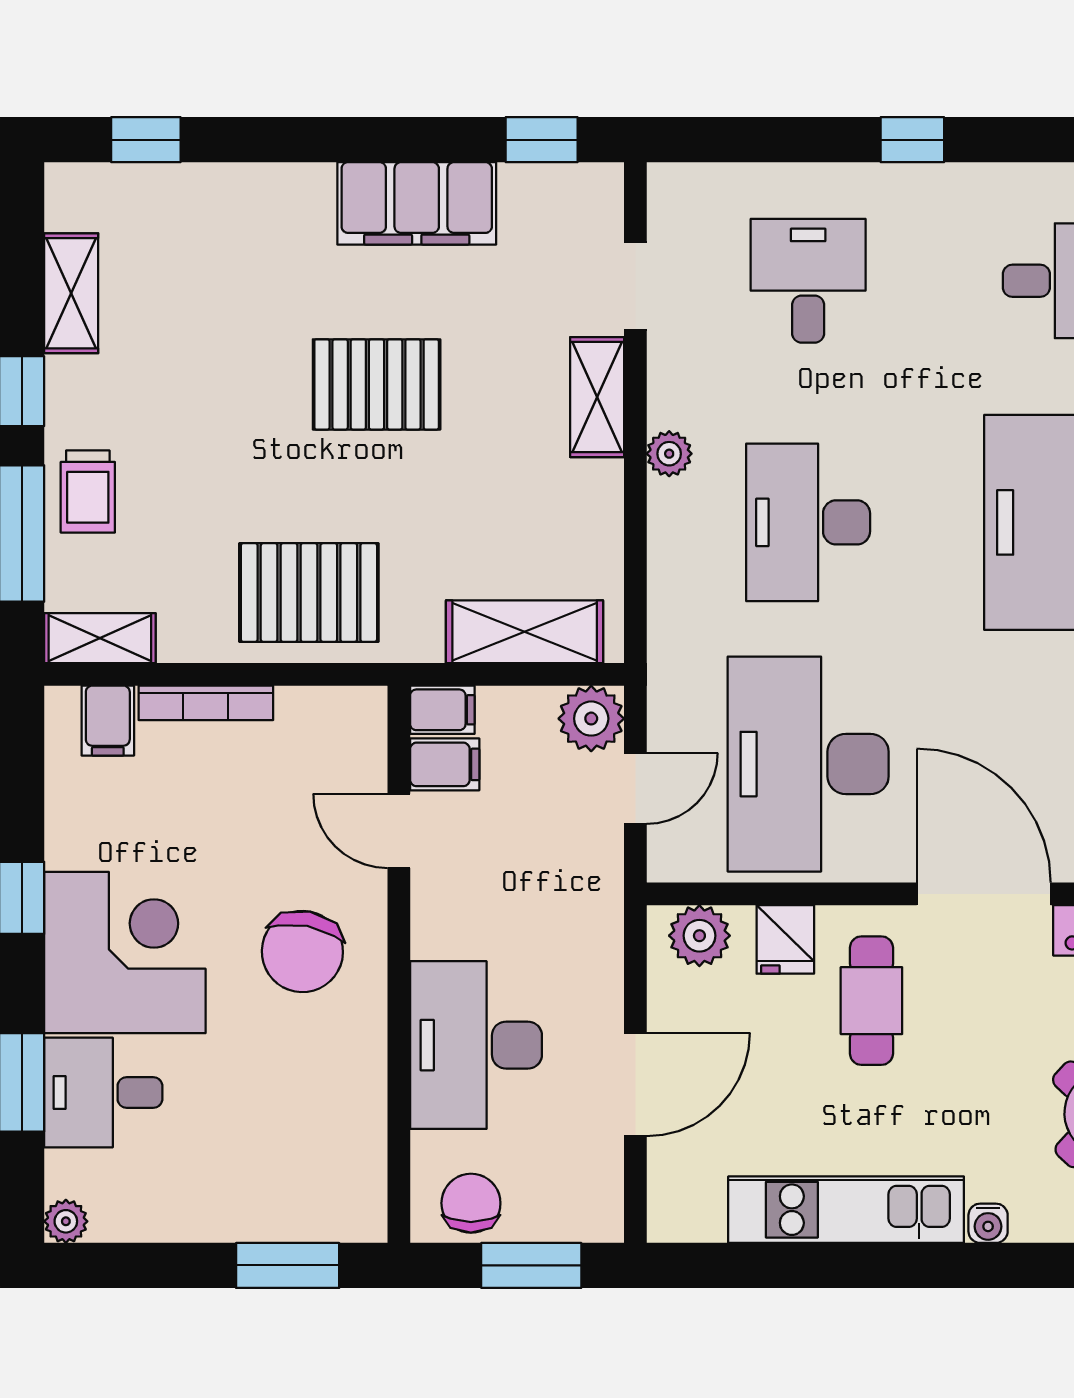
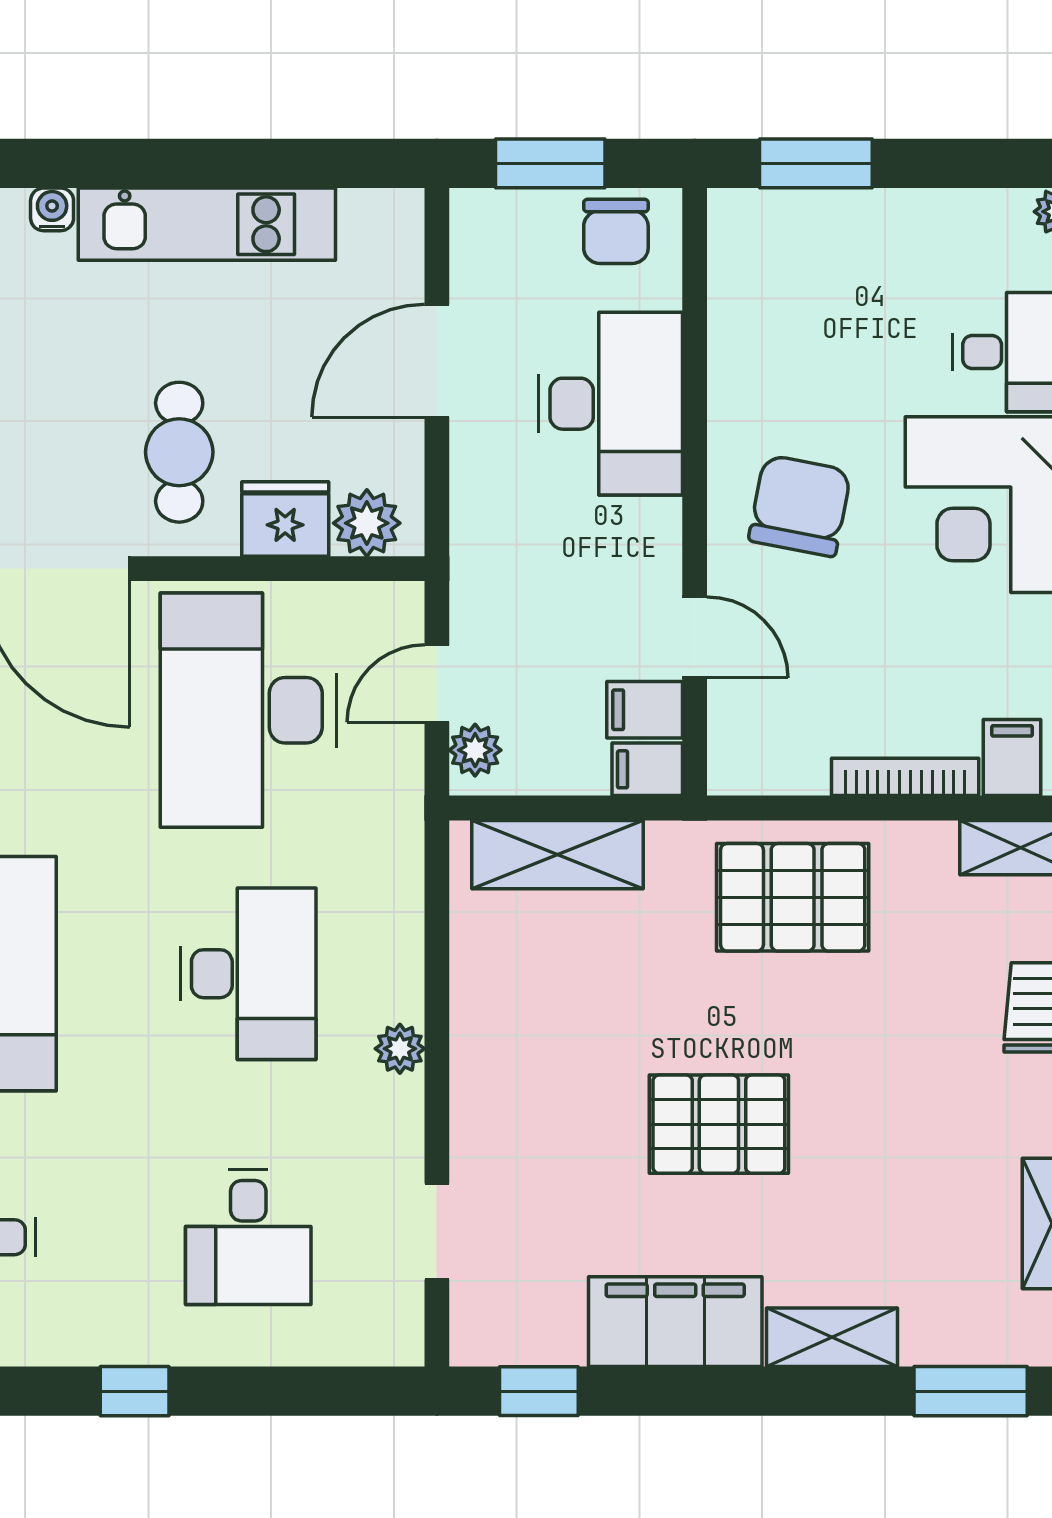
window: (146, 140) -> (971, 1391), width x1.50
shelving: (597, 397) -> (832, 1337), moved, turned 90
plant: (591, 719) -> (475, 750), width x0.73, depth x0.73
desk: (808, 764) -> (248, 710), turned 180
fridge: (785, 939) -> (285, 519), width x1.38

